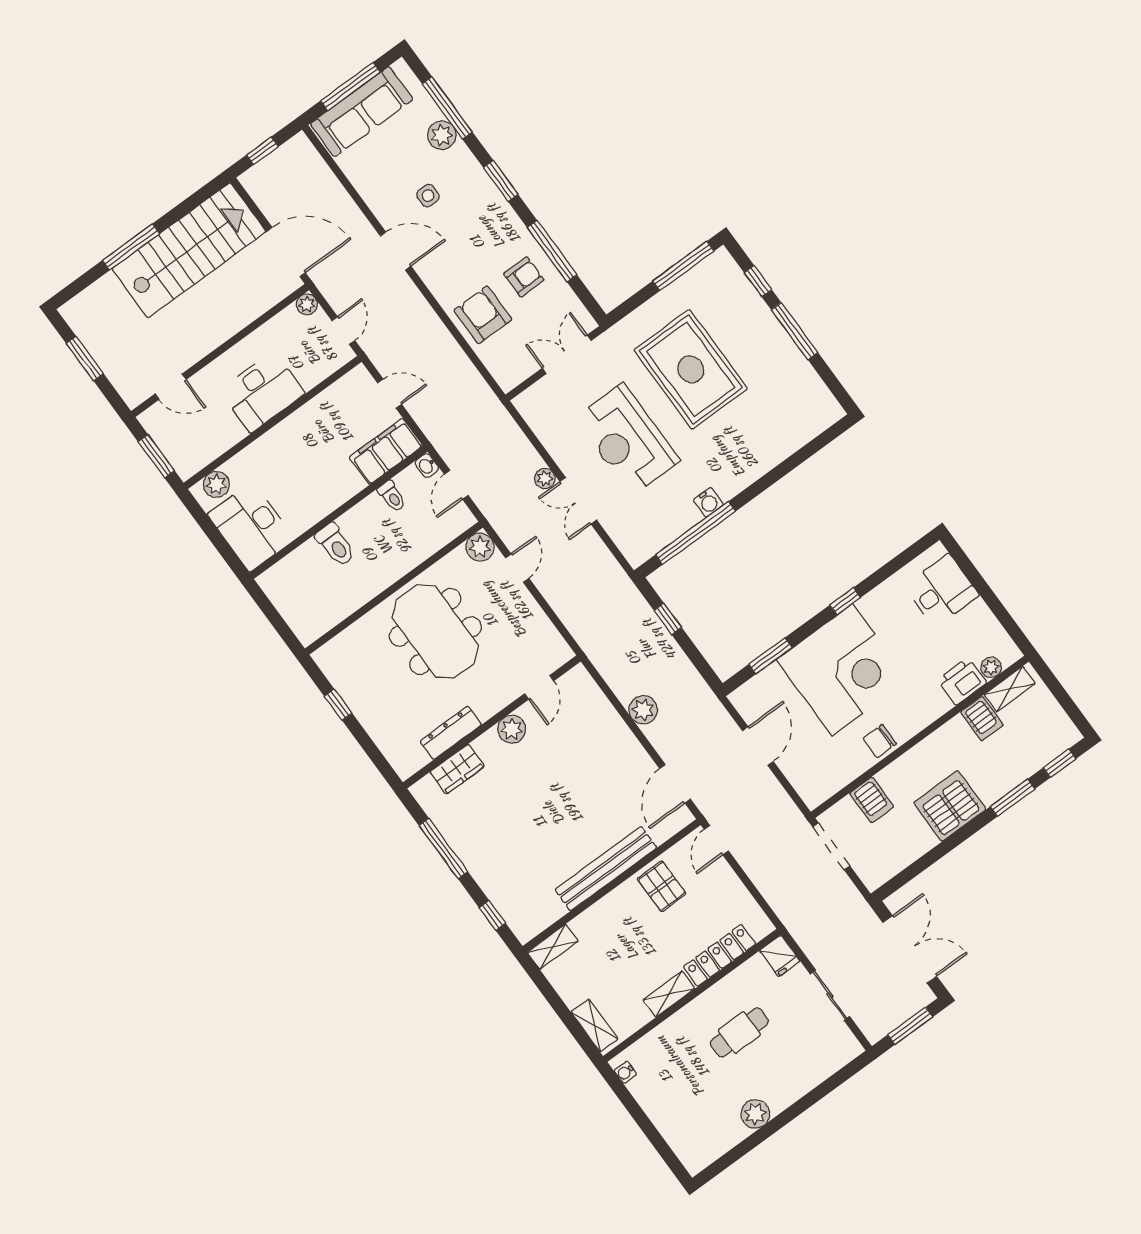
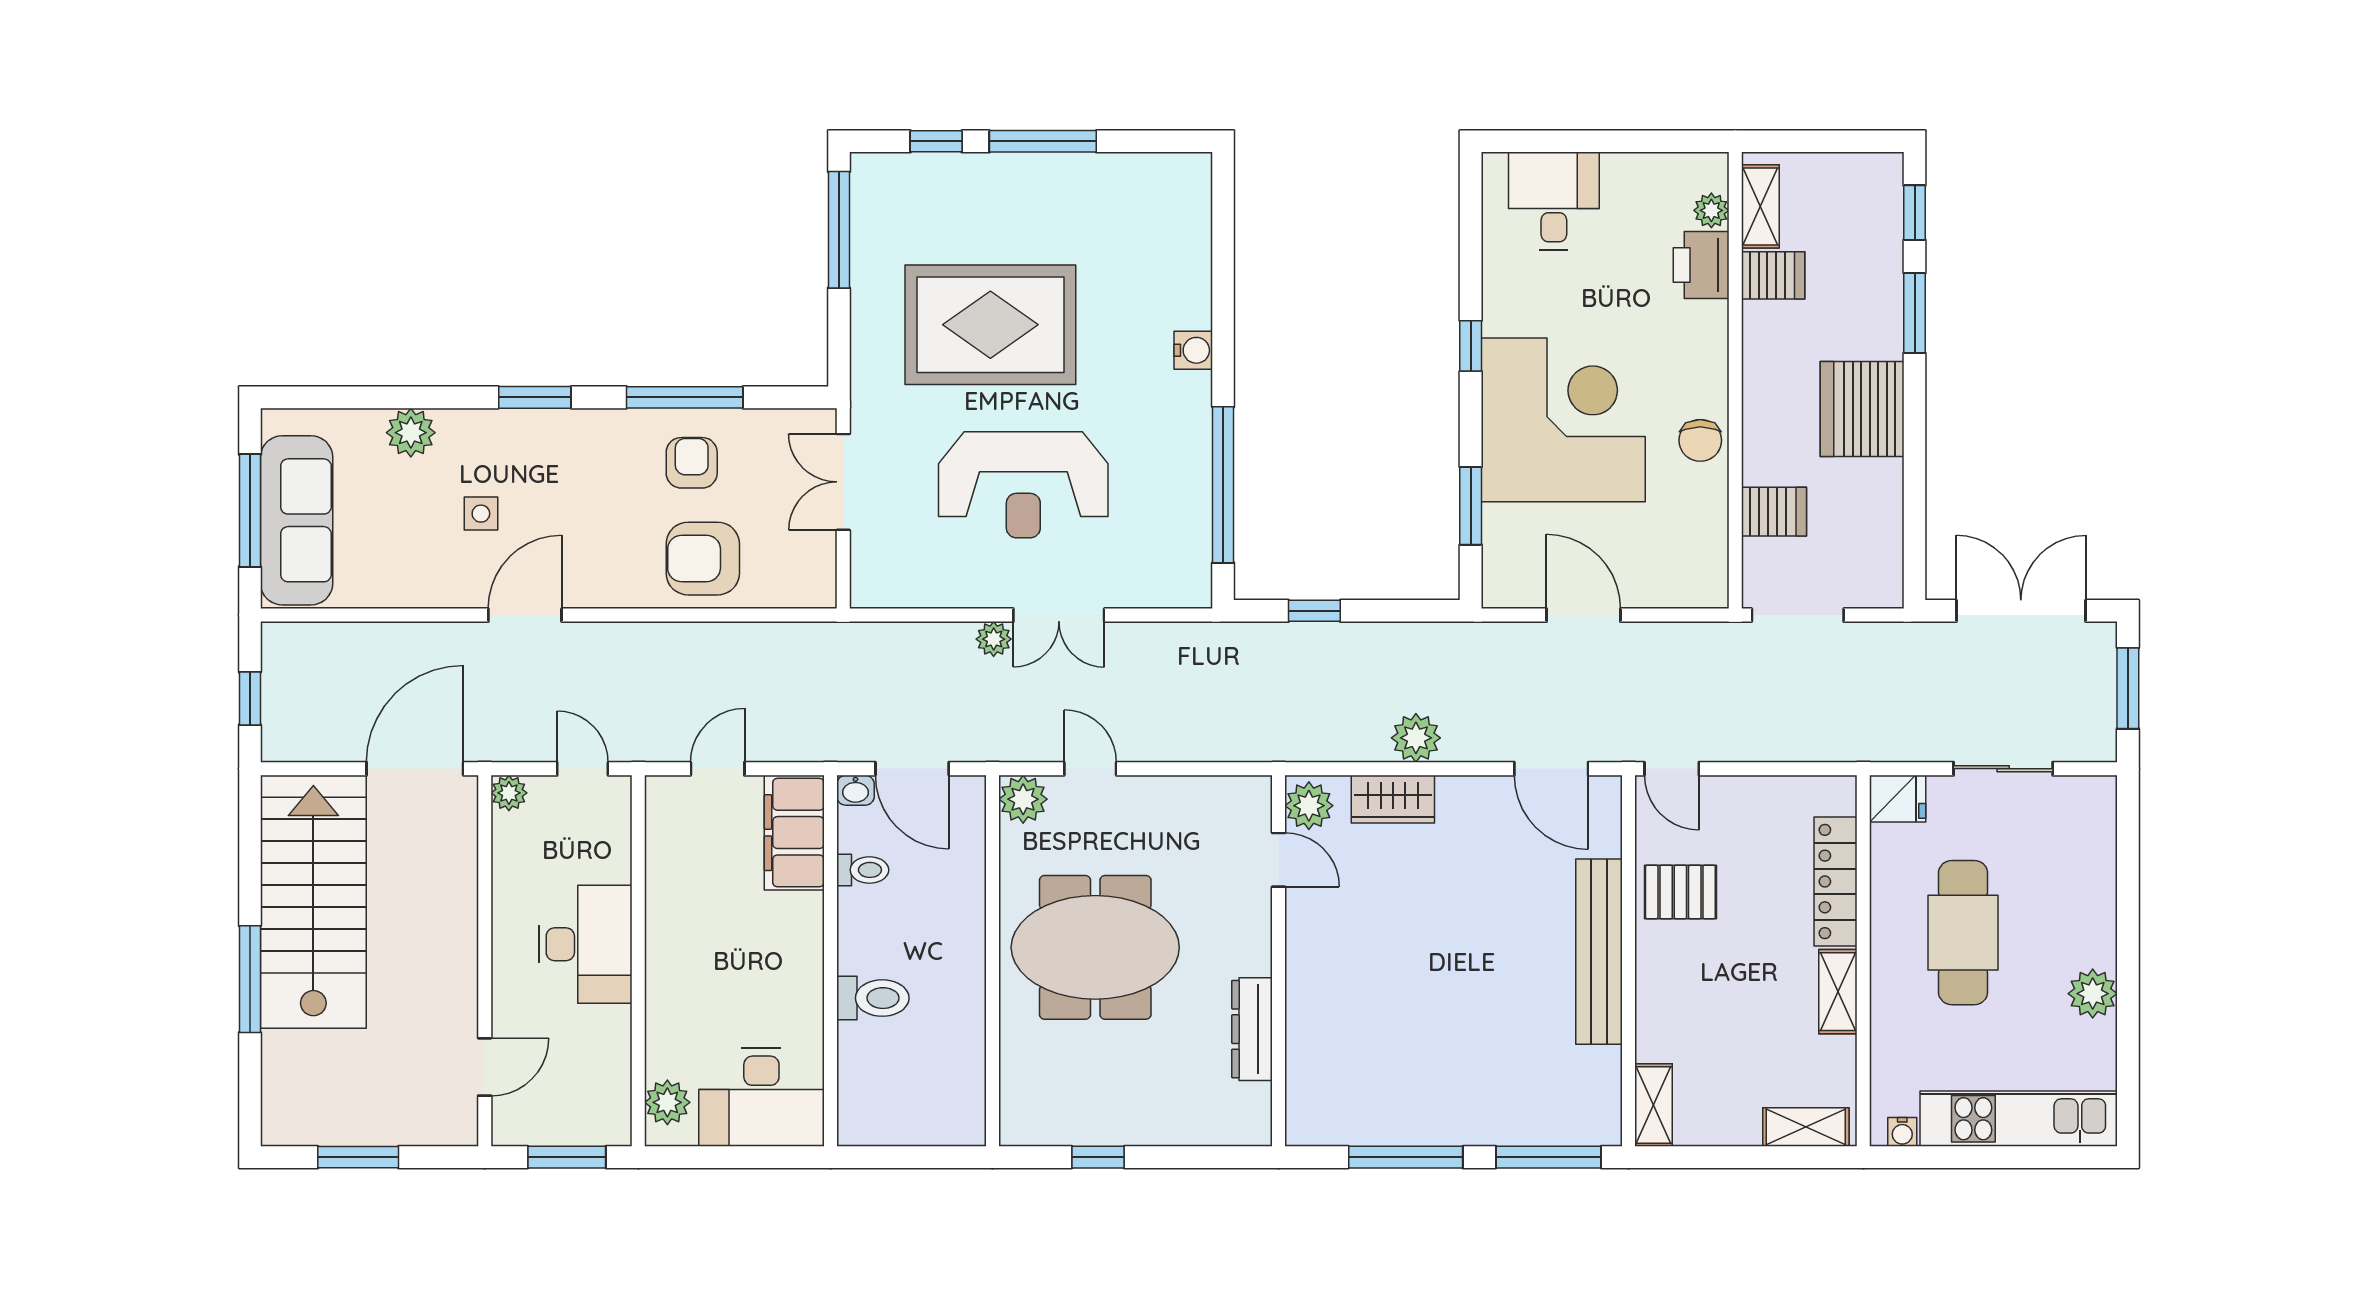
window: (447, 108) -> (378, 397), removed
door: (456, 485) -> (912, 769), width x1.38
water cooler: (708, 502) -> (1193, 350), moved
plant: (512, 729) -> (1309, 806), moved
wardrobe: (457, 769) -> (1393, 799), moved, turned 90
window: (492, 915) -> (1549, 1157), width x2.17
cafe table: (739, 1032) -> (1963, 933), width x1.37, depth x1.35
kitchen unit: (671, 1122) -> (2019, 1119), added

